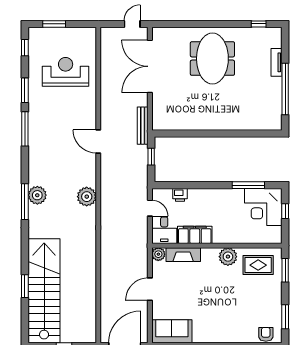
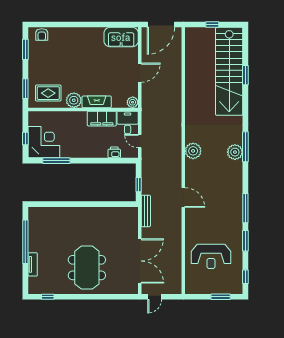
fireplace: (183, 255) -> (97, 102), moved

